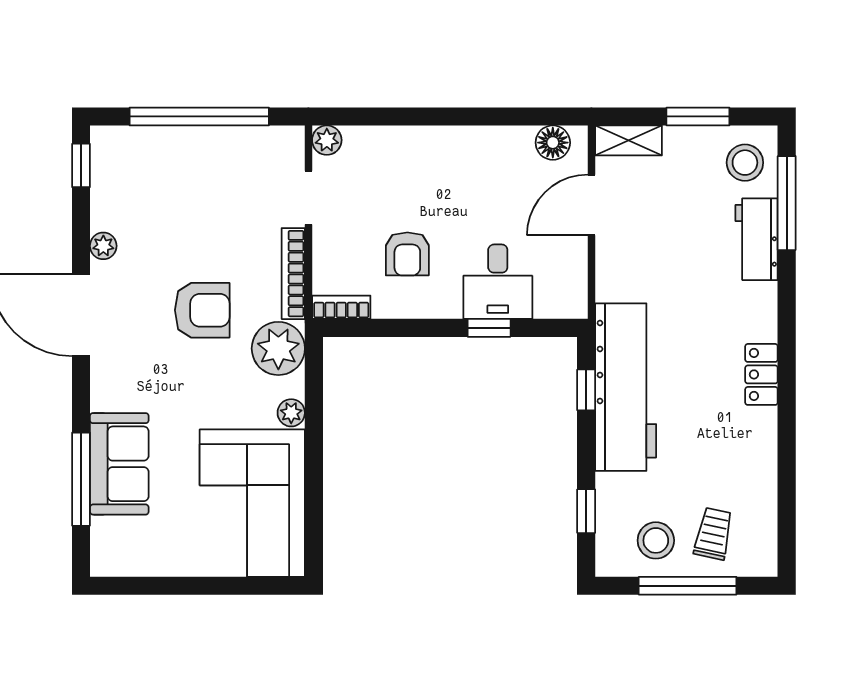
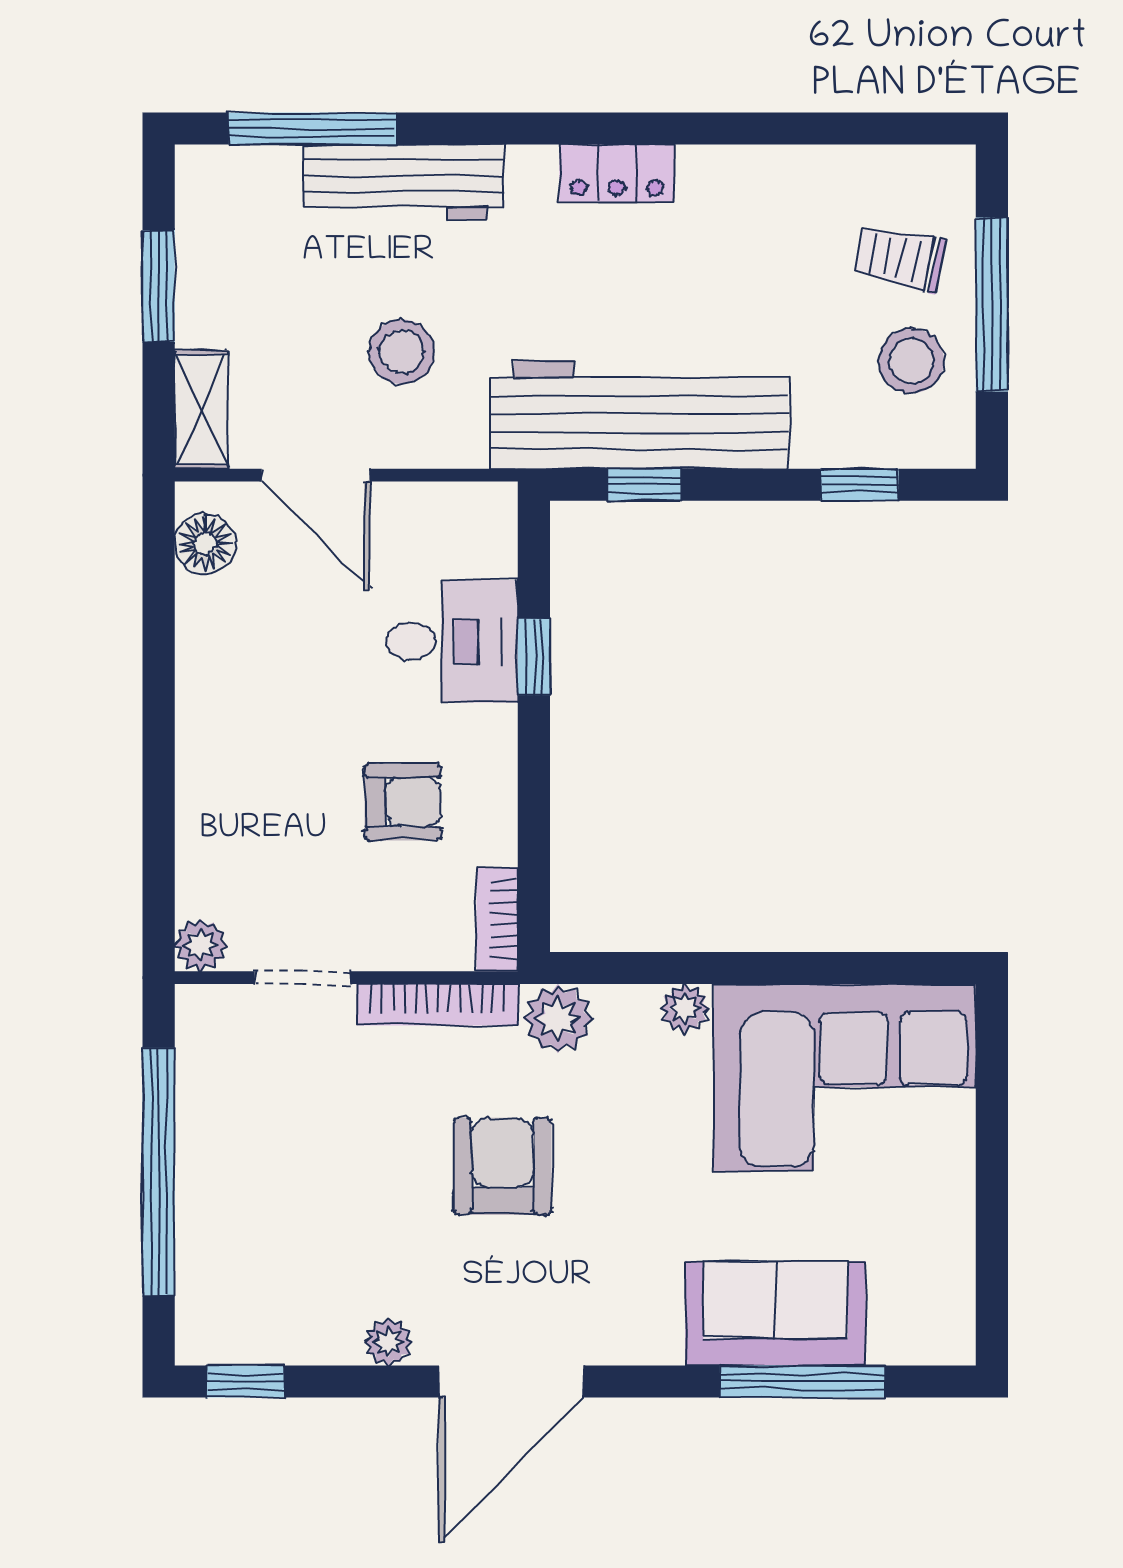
stool: (745, 163) -> (402, 352), moved
workbench: (757, 239) -> (404, 182), width x1.38
plant: (278, 348) -> (558, 1019), width x0.73, depth x0.73

